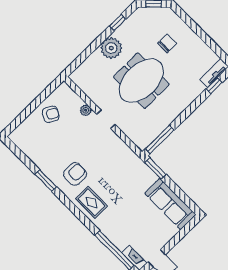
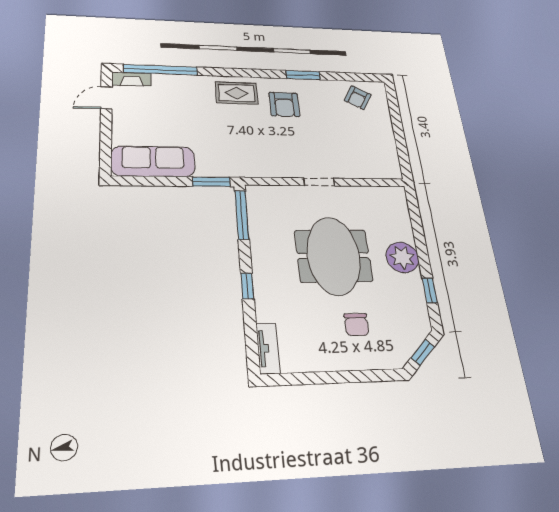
window: (214, 86) -> (247, 286), moved
plant: (86, 110) -> (348, 172), removed
armchair: (51, 114) -> (358, 98), moved

